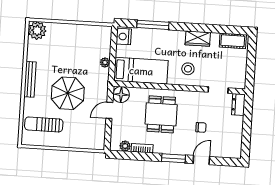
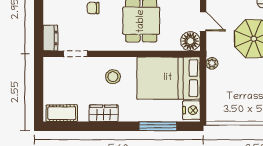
plant: (105, 62) -> (212, 63), moved
bed: (141, 71) -> (168, 78), width x1.50
door: (109, 110) -> (203, 21), hinge flipped

